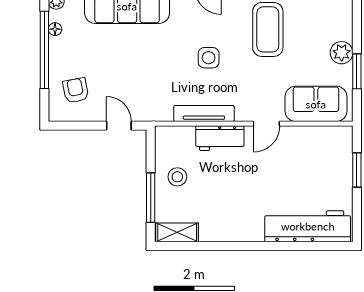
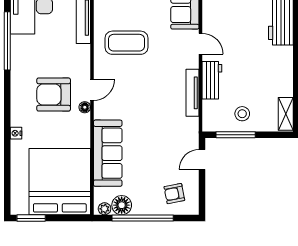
floor lamp: (55, 29) -> (122, 205), width x1.89, depth x1.89
side table: (209, 58) -> (149, 89), removed
window: (151, 198) -> (236, 135), moved

